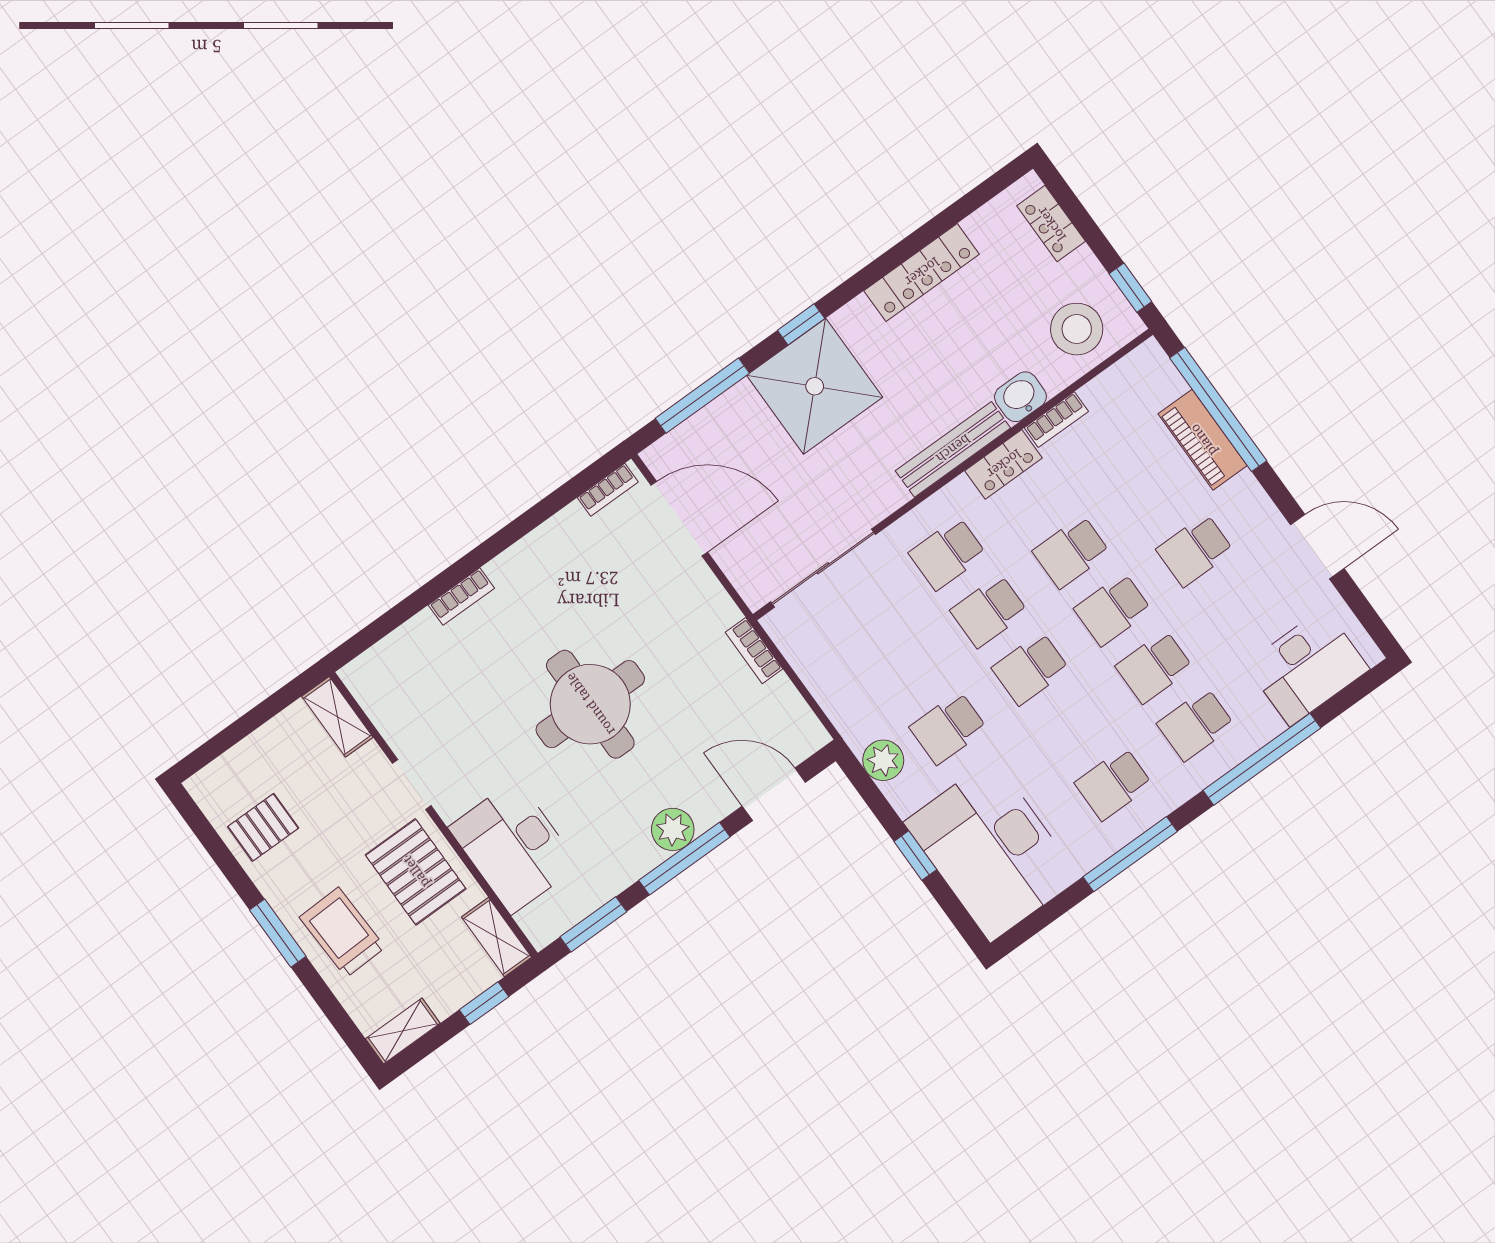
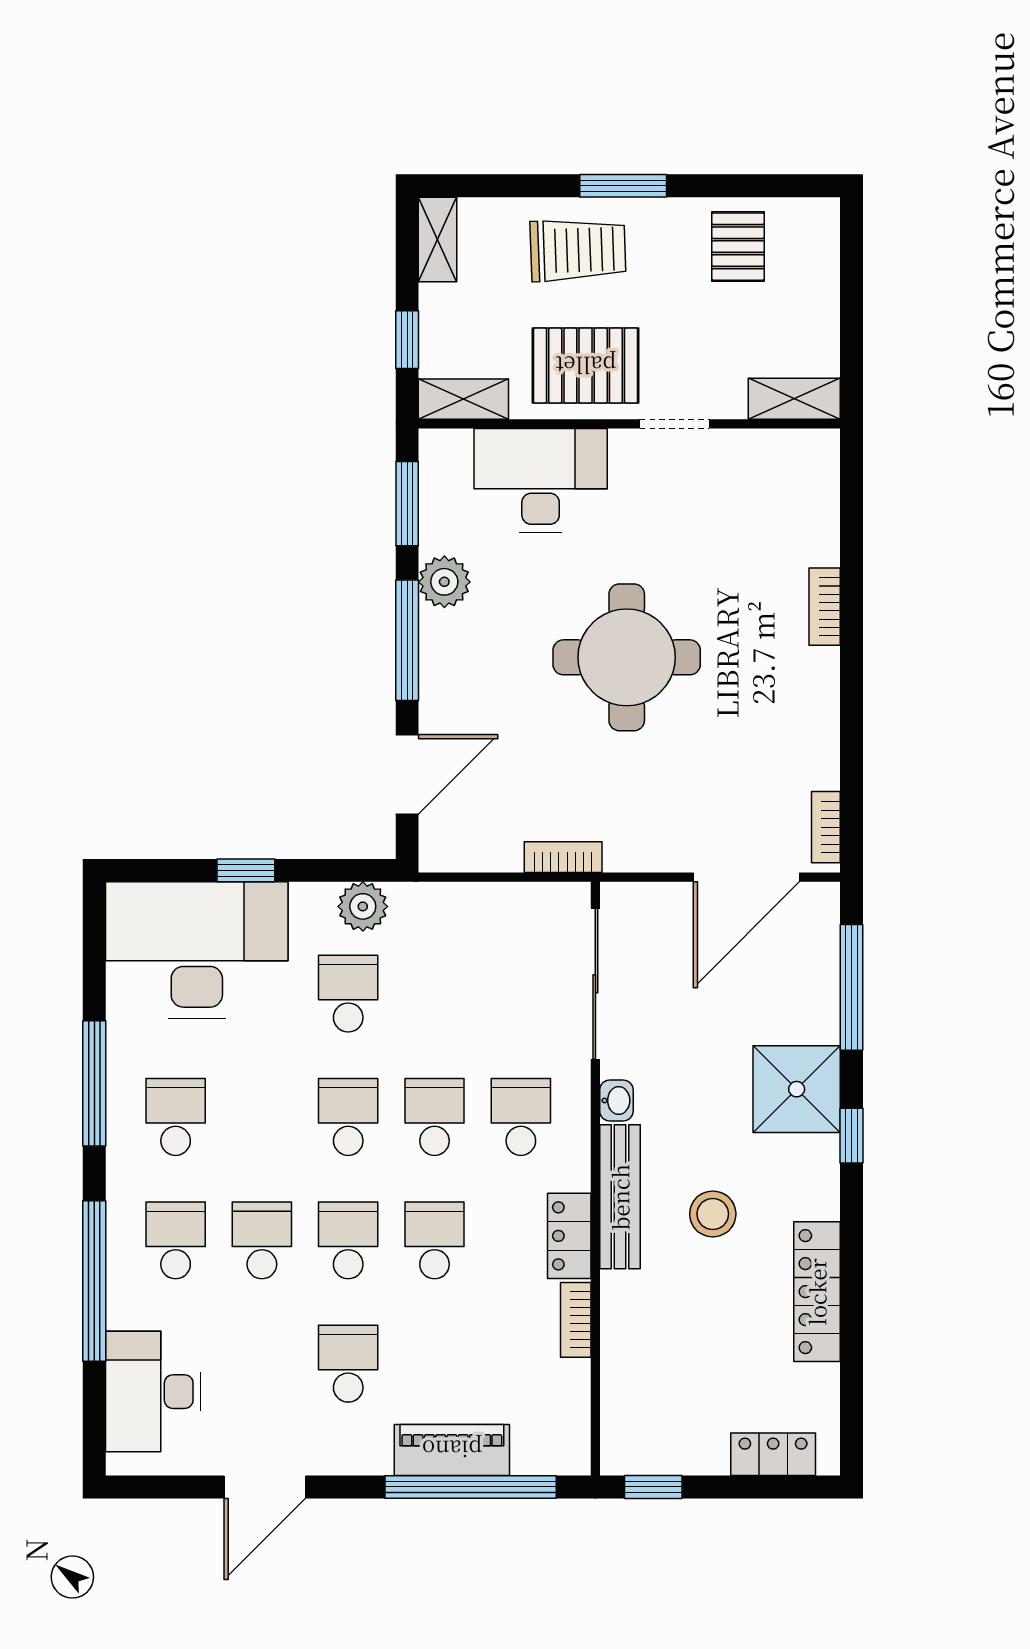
stool: (1077, 329) -> (713, 1214), moved, width x0.73, depth x0.73
shower: (815, 386) -> (797, 1089), width x0.73, depth x0.73
washbasin: (1020, 397) -> (616, 1101), moved, width x0.72, depth x0.69
plant: (673, 829) -> (444, 582), moved

